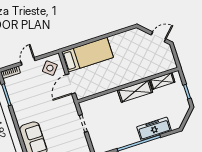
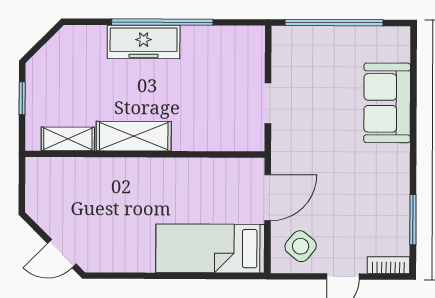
door: (158, 37) -> (62, 254), moved
freezer: (154, 129) -> (144, 42), moved

